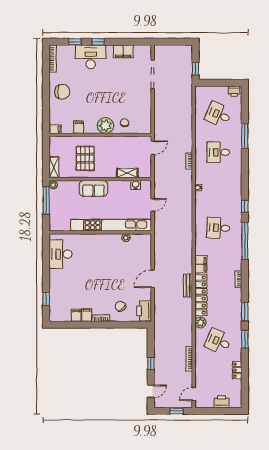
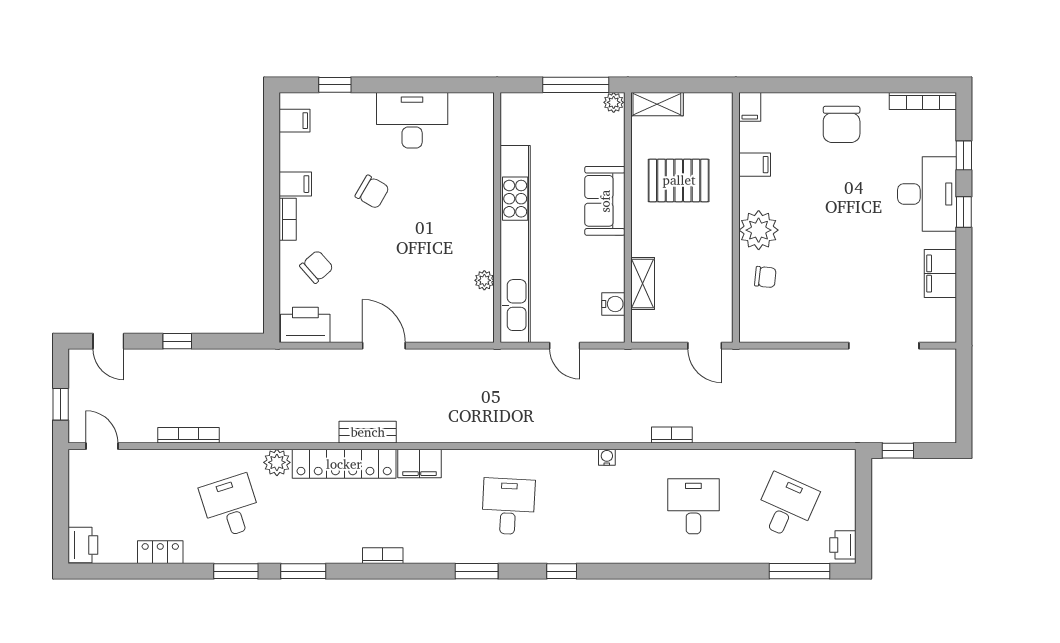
window: (245, 136) -> (800, 571), moved
window: (245, 241) -> (477, 571), width x0.47
desk: (61, 254) -> (412, 120), moved
chair: (90, 284) -> (372, 192), added
filing cabinet: (76, 315) -> (294, 121), moved
desk: (218, 341) -> (231, 506), turned -42
printer: (221, 402) -> (83, 545), moved

